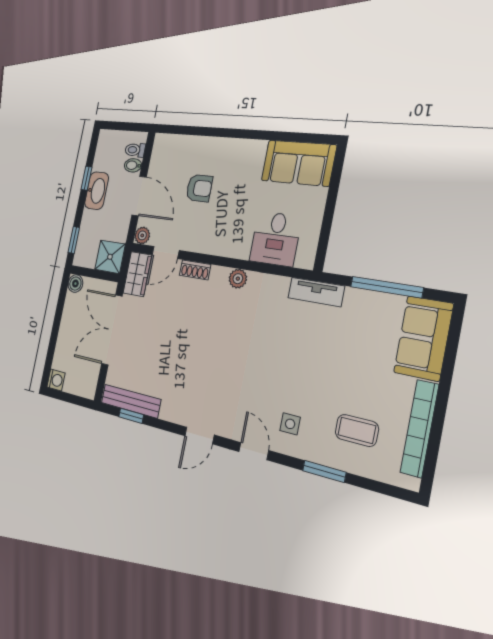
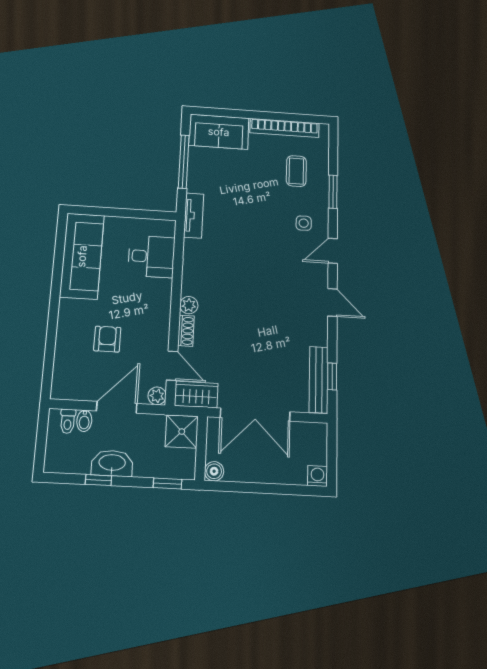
sofa: (298, 163) -> (82, 256), width x1.36
plant: (238, 279) -> (189, 305), moved

